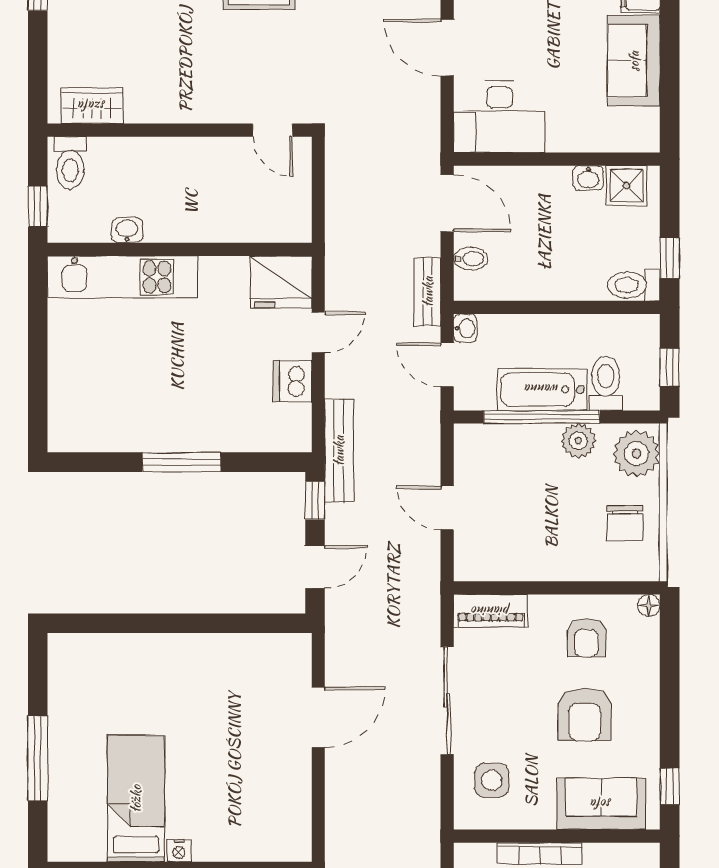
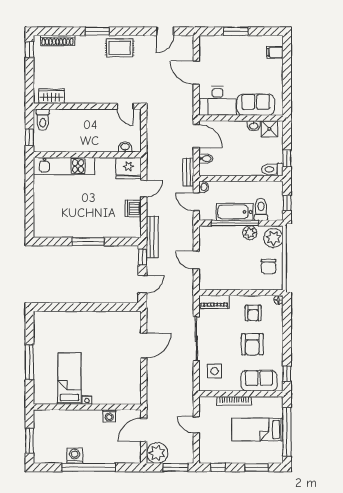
sofa: (634, 61) -> (256, 105), moved, turned 90
washbasin: (127, 230) -> (125, 147), moved

